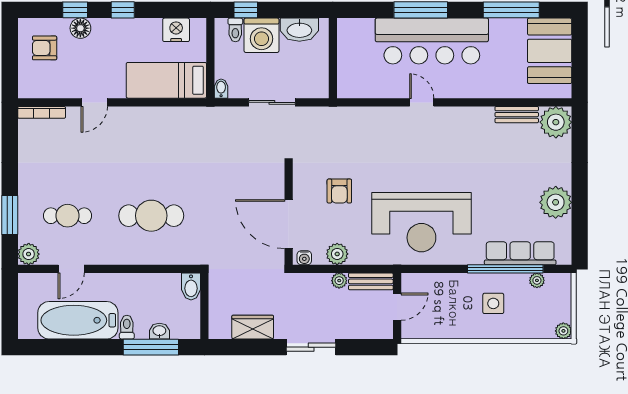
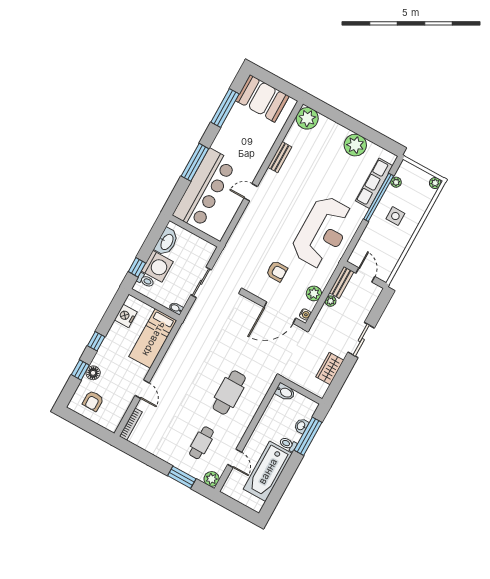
bar counter: (432, 41) -> (205, 189), moved
bench: (517, 115) -> (280, 157), moved

